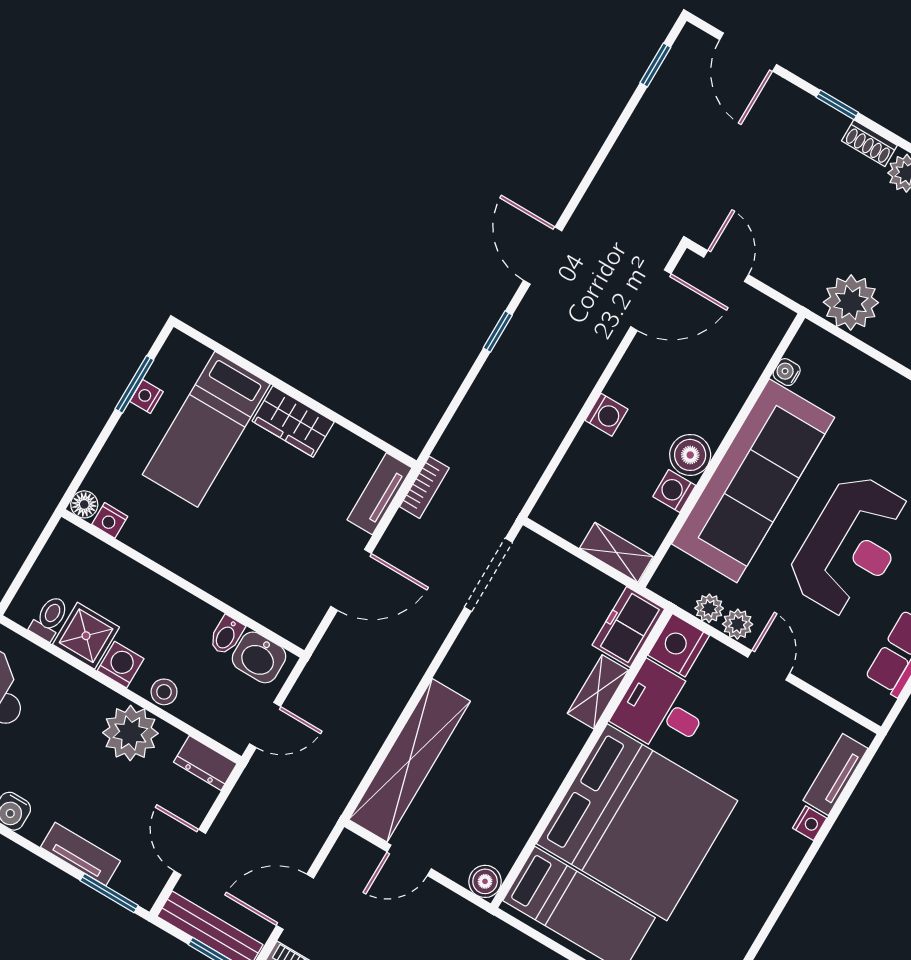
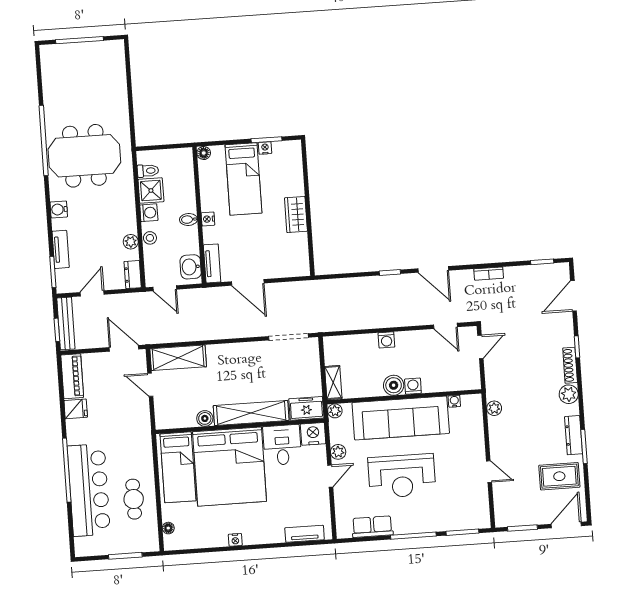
shoe rack: (869, 143) -> (570, 365), width x1.43
door: (543, 256) -> (433, 269), swing flipped
door: (651, 300) -> (445, 326), width x0.73
plant: (851, 302) -> (494, 408), width x0.53, depth x0.53
bed: (206, 429) -> (243, 179), moved, turned -90
bookcase: (424, 487) -> (489, 274), moved
washing machine: (674, 491) -> (413, 386), moved
tv unit: (379, 494) -> (212, 263), moved, turned 90
nightstand: (110, 520) -> (208, 219), moved
plant: (709, 608) -> (335, 411), moved
bidet: (226, 635) -> (188, 219), moved
shelving: (598, 692) -> (251, 413), width x2.20, depth x1.33
plant: (130, 733) -> (131, 242), width x0.53, depth x0.53
shelving: (410, 760) -> (178, 358), width x0.68
nightstand: (810, 823) -> (235, 540), moved
boiler: (485, 881) -> (205, 418), moved
door: (295, 902) -> (124, 348), moved

